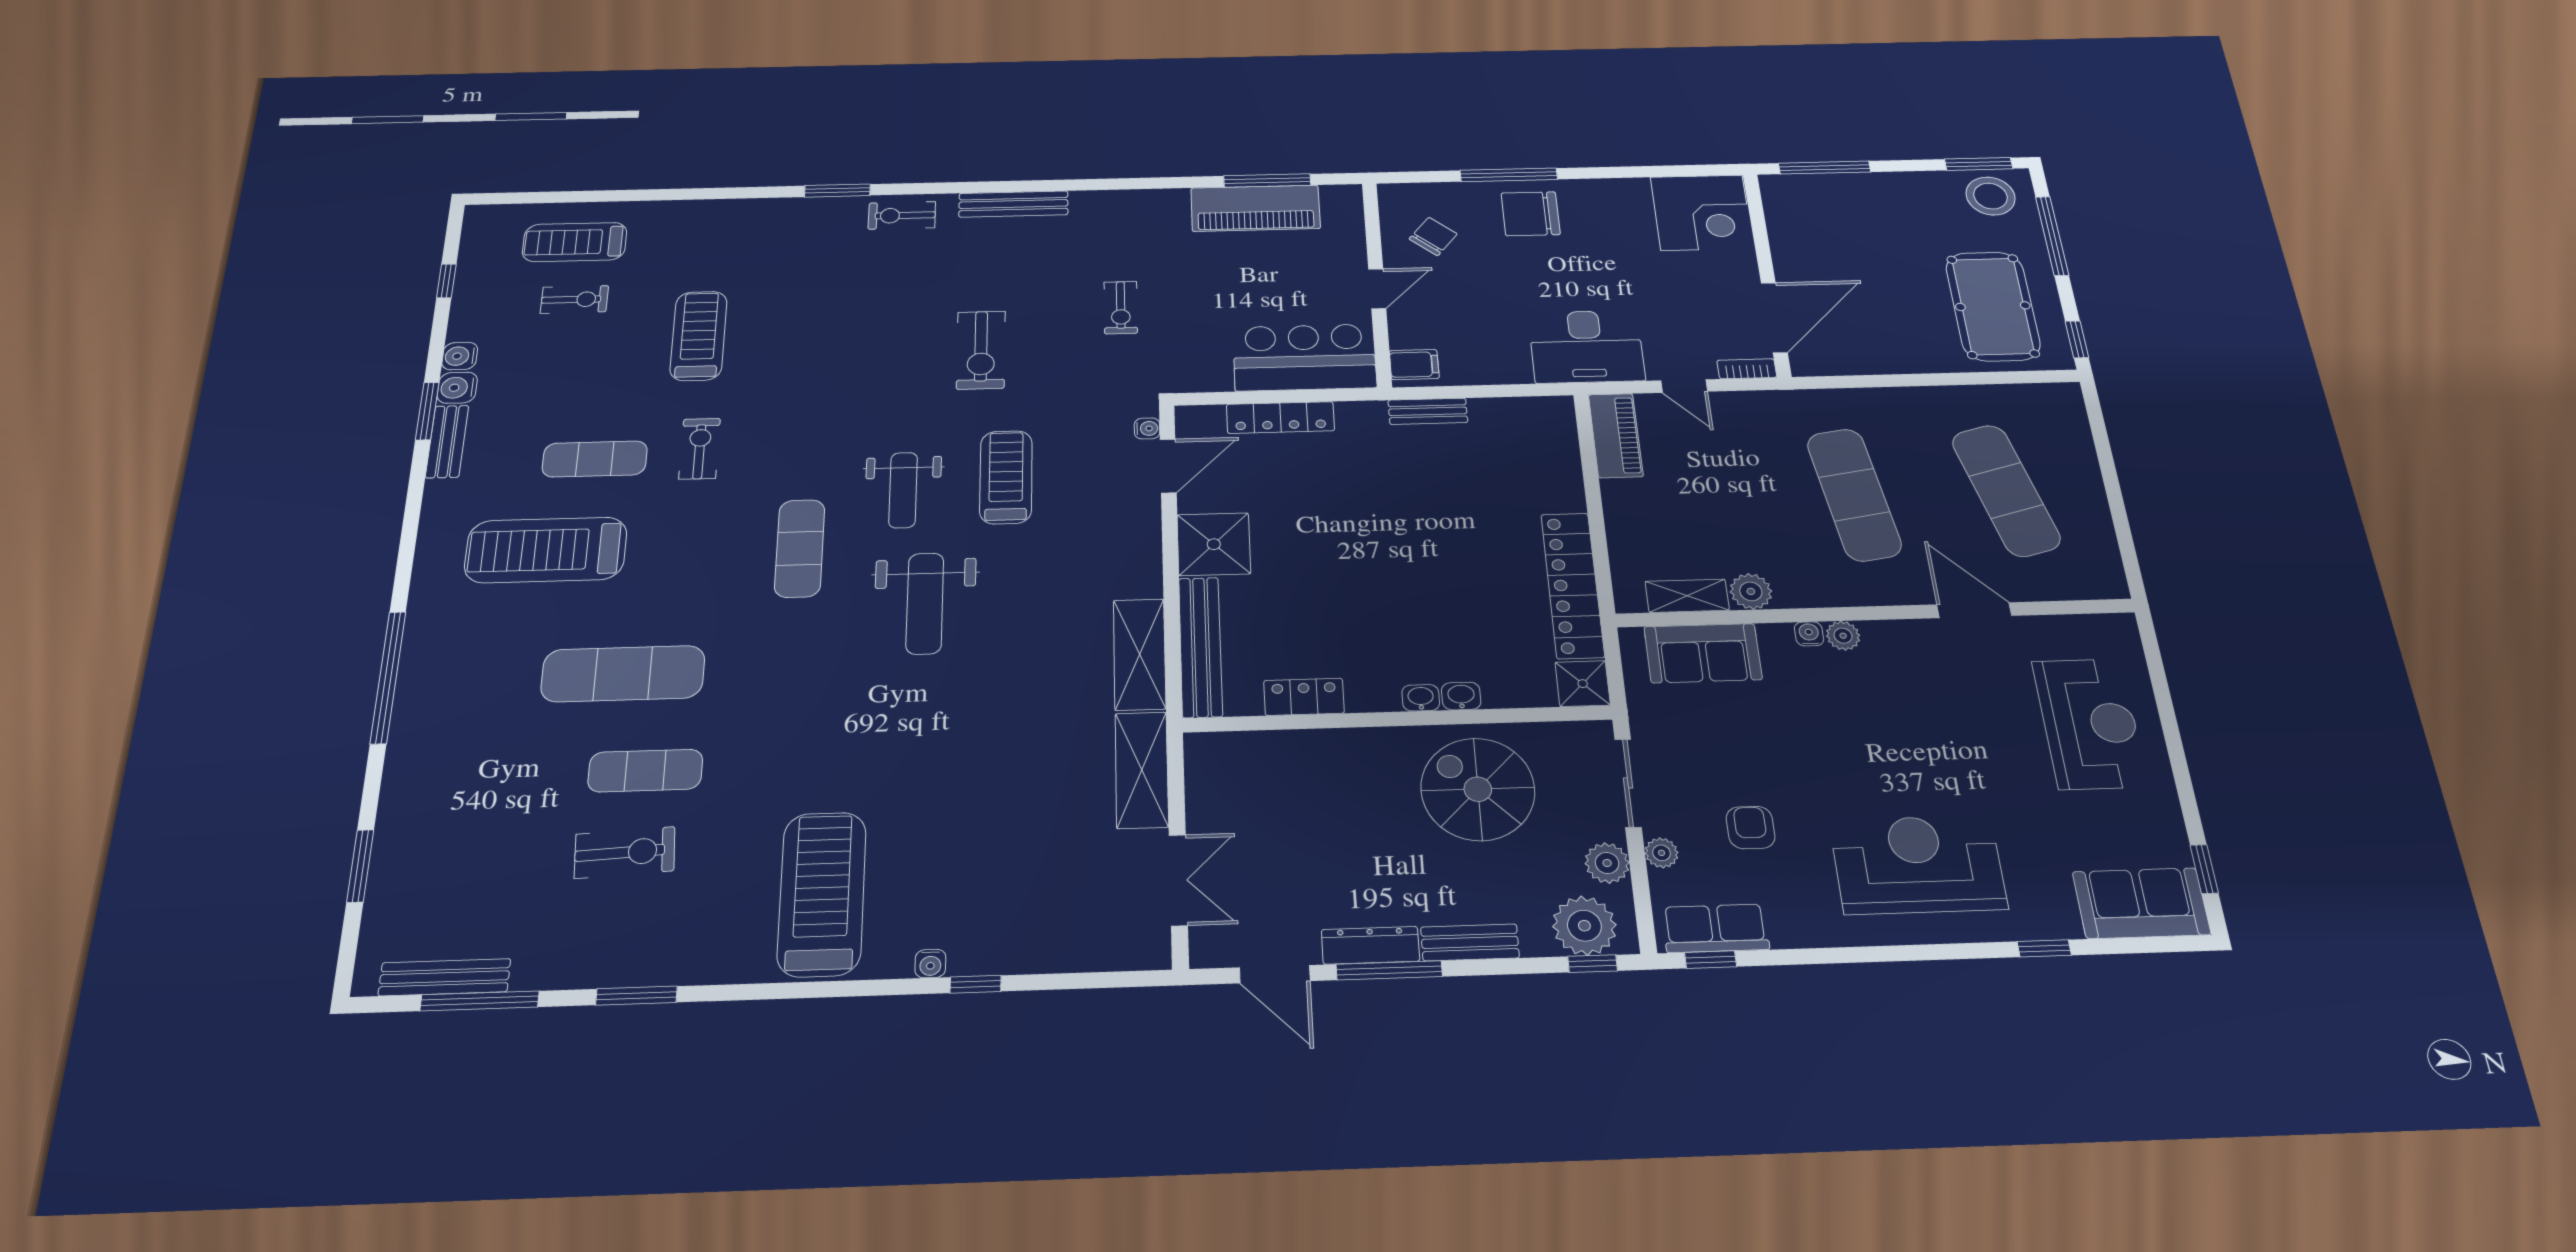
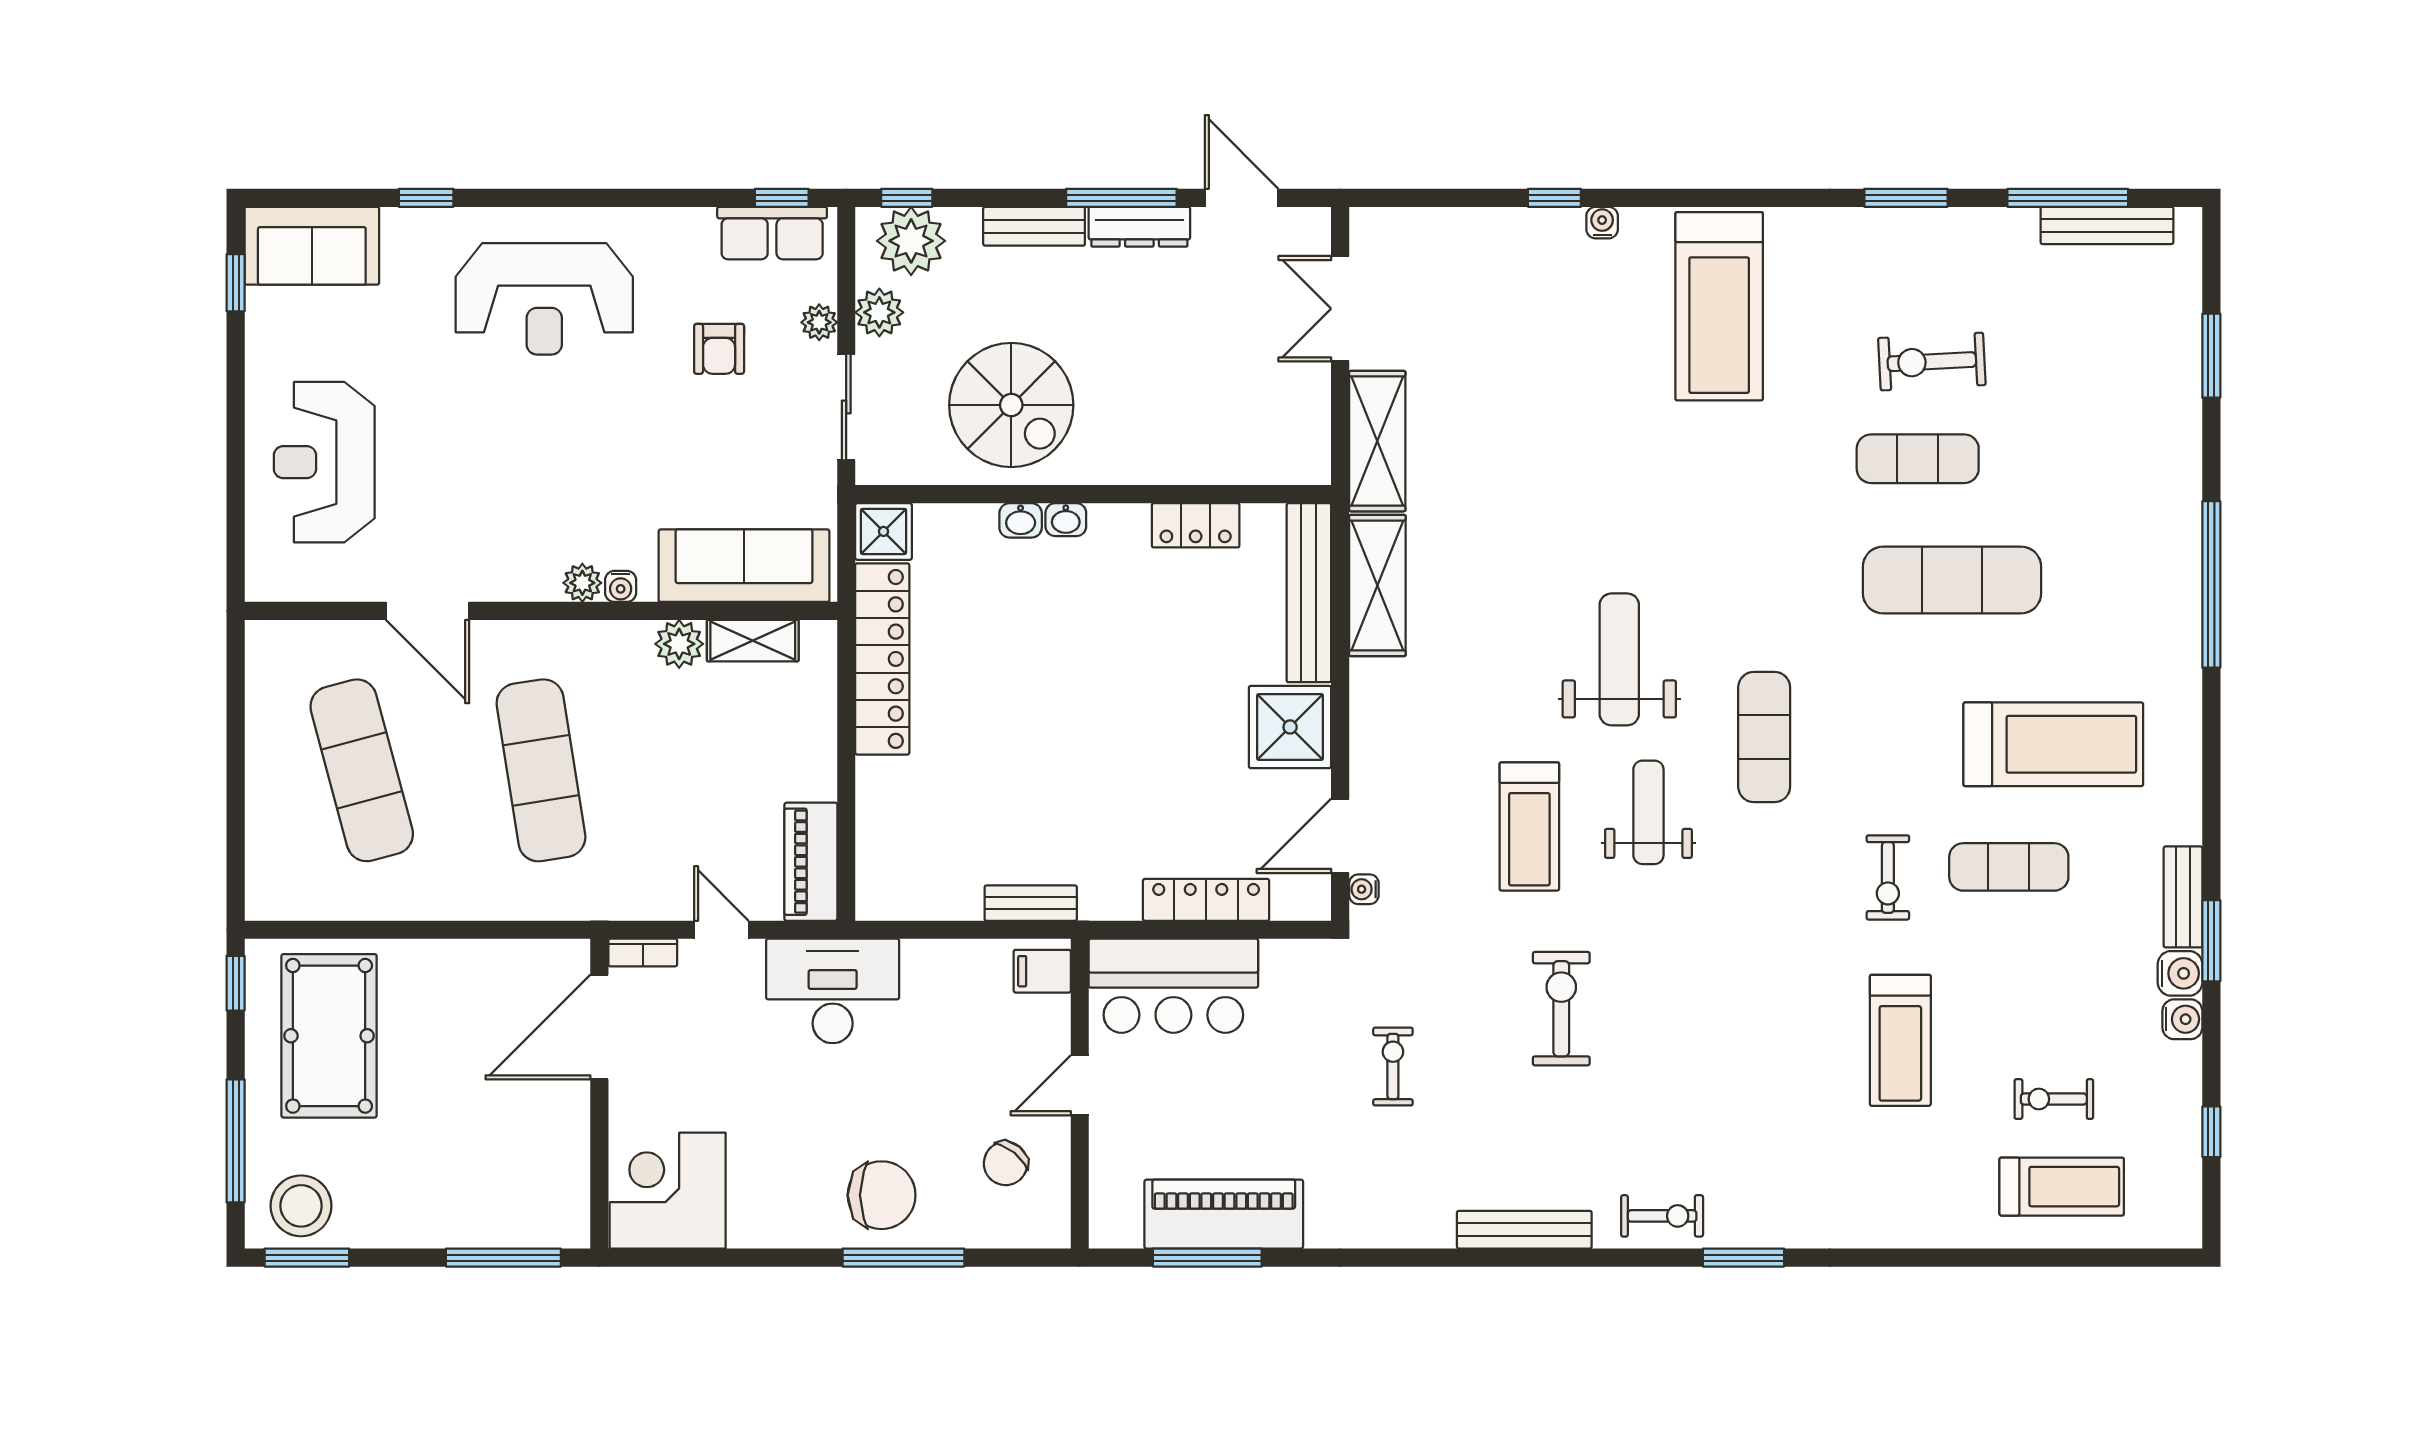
sofa: (1703, 653) -> (744, 566), width x1.36

